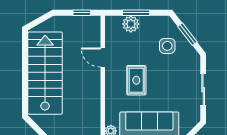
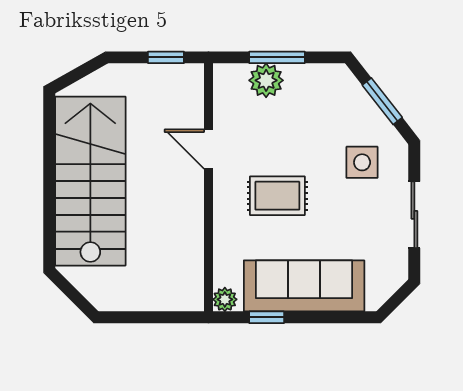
side table: (167, 46) -> (362, 162), moved
rug: (136, 80) -> (277, 196), turned 90

